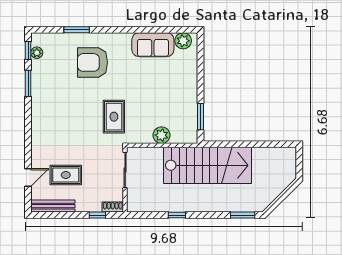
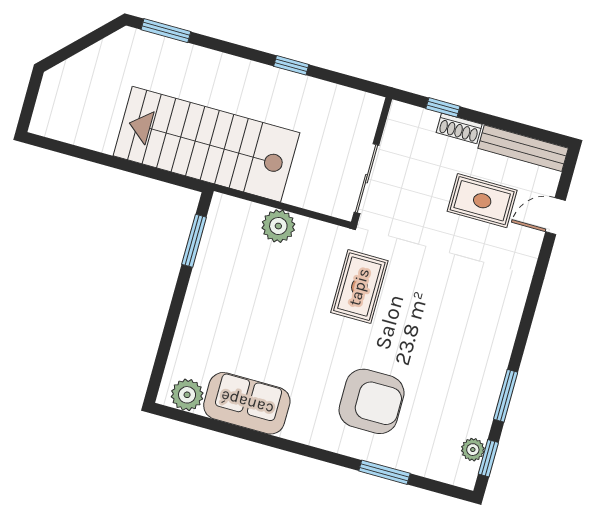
shoe rack: (113, 207) -> (459, 128), moved

